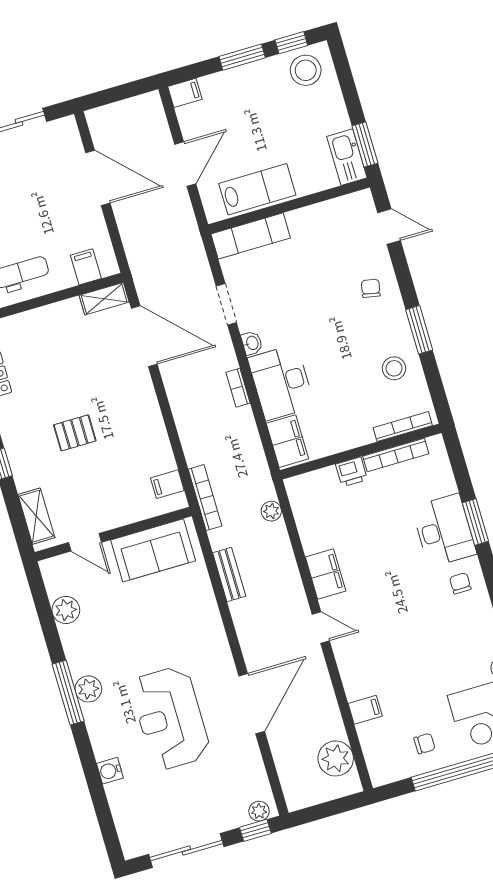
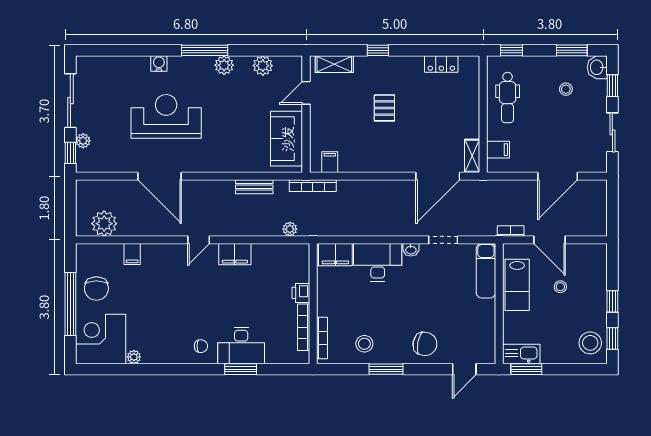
window: (242, 57) -> (612, 301), width x0.67
filing cabinet: (185, 93) -> (599, 254), removed
stool: (243, 132) -> (560, 287), added
chair: (371, 288) -> (425, 344), width x1.87, depth x1.87
bookcase: (238, 388) -> (511, 231), moved
plant: (88, 689) -> (224, 65), moved
chair: (424, 744) -> (96, 288), width x1.87, depth x1.87
water cooler: (110, 771) -> (159, 64), moved
plant: (259, 811) -> (83, 141), moved

